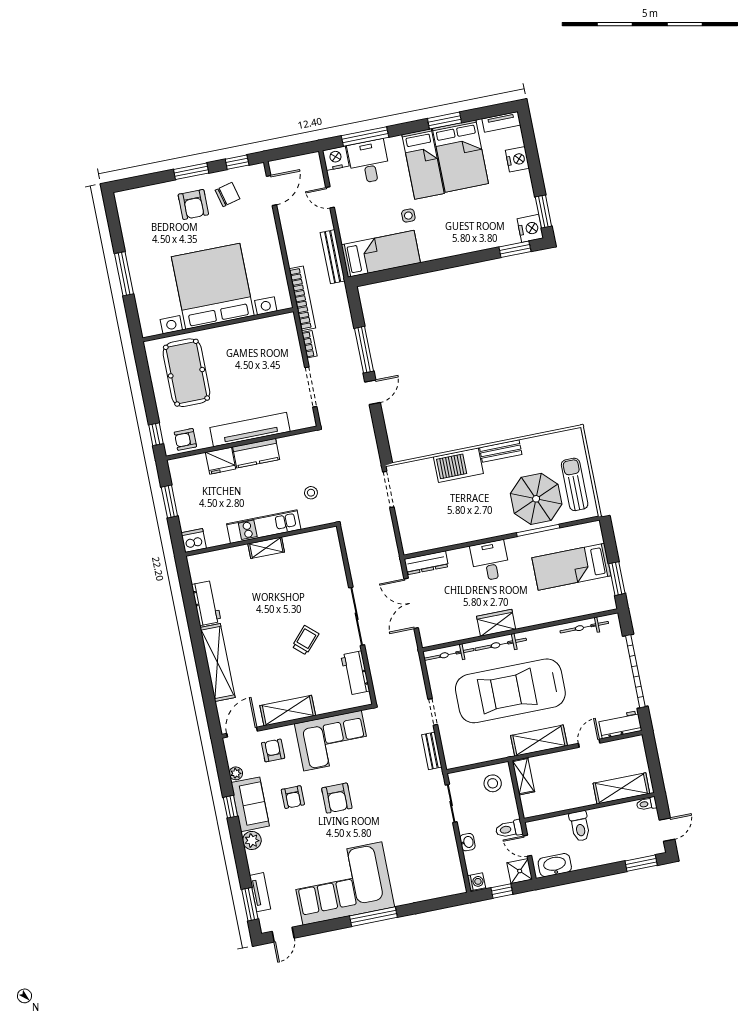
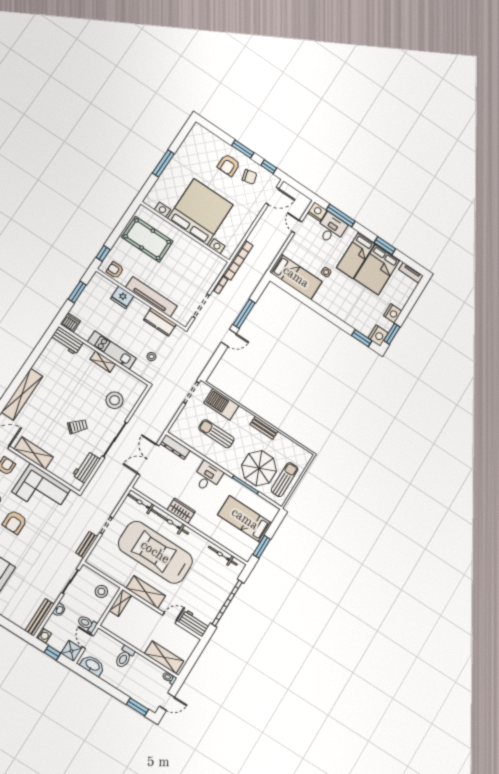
nightstand: (517, 159) -> (393, 313), moved
bench: (333, 257) -> (40, 617), moved
pool table: (186, 373) -> (147, 239), turned 90
kitchen counter: (256, 453) -> (160, 322), moved
barbecue: (458, 465) -> (221, 404), moved
sun lounger: (456, 507) -> (216, 434), added
stool: (317, 576) -> (115, 400), added
workbench: (206, 603) -> (67, 341), moved, turned 90

